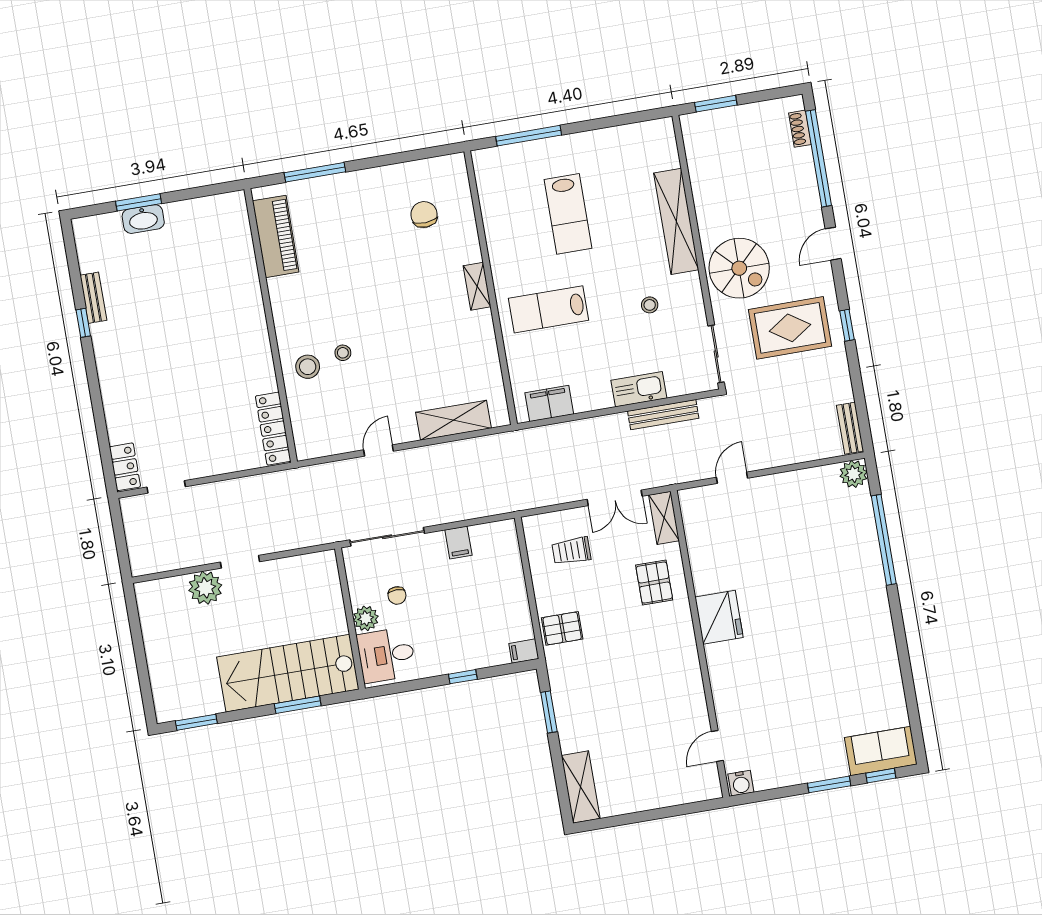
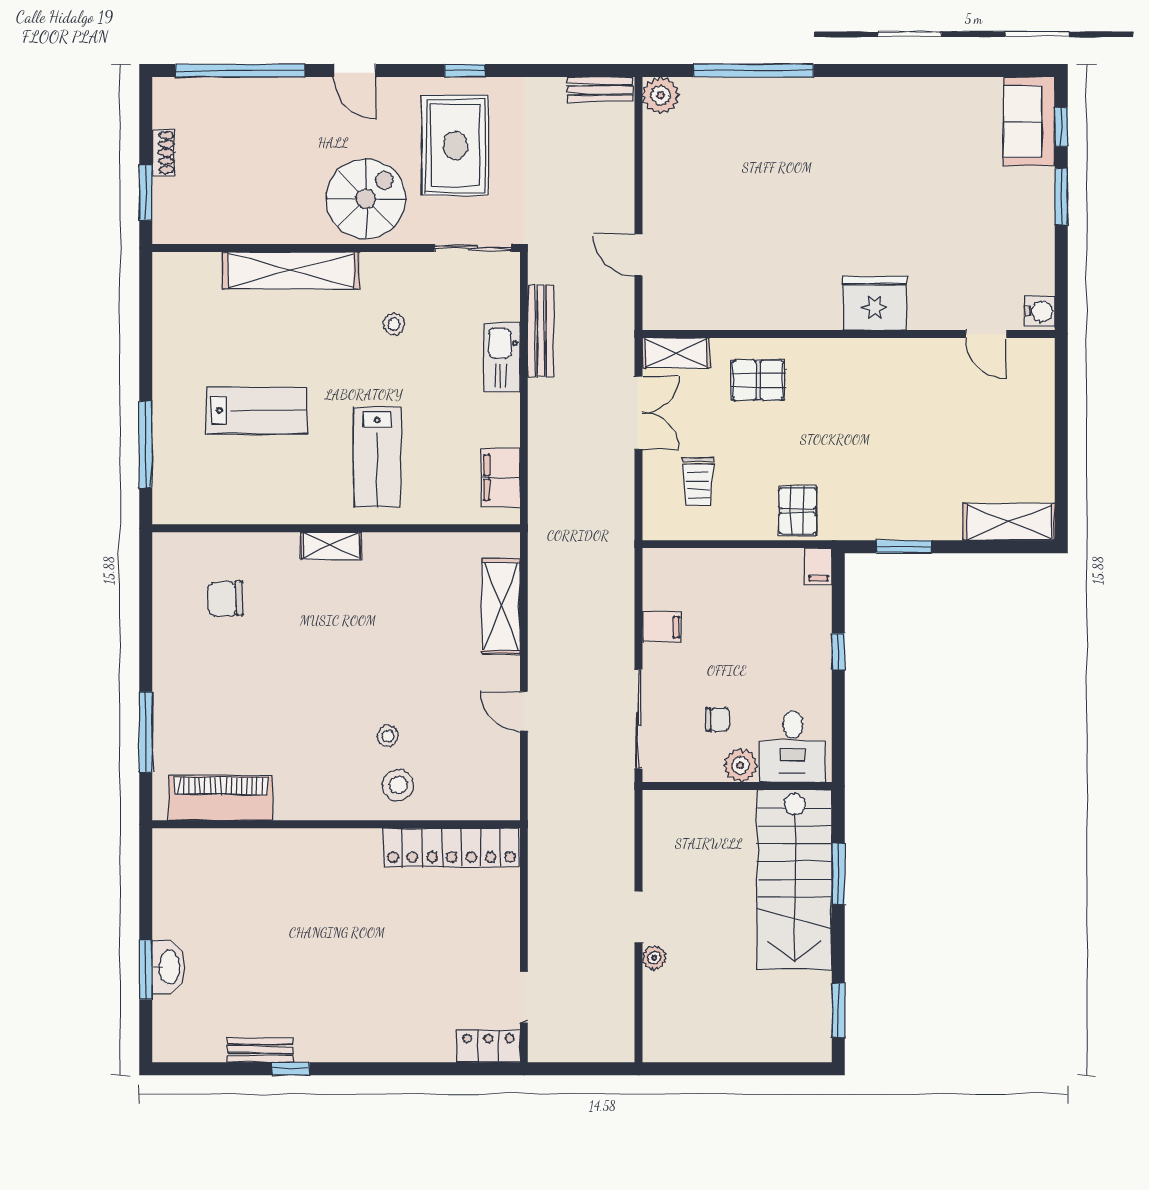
shoe rack: (800, 129) -> (163, 152), moved, turned -90
locker: (273, 429) -> (452, 847), width x1.41, depth x1.21
plant: (205, 588) -> (654, 958), width x0.53, depth x0.53
fridge: (719, 617) -> (875, 303), moved

